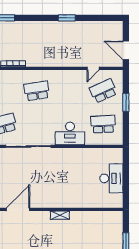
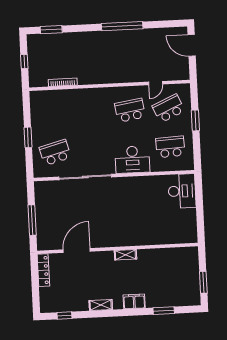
window: (67, 18) -> (122, 26), width x2.11
door: (126, 50) -> (192, 45), moved
school desk: (37, 91) -> (130, 110), moved
desk: (111, 178) -> (182, 191), moved

